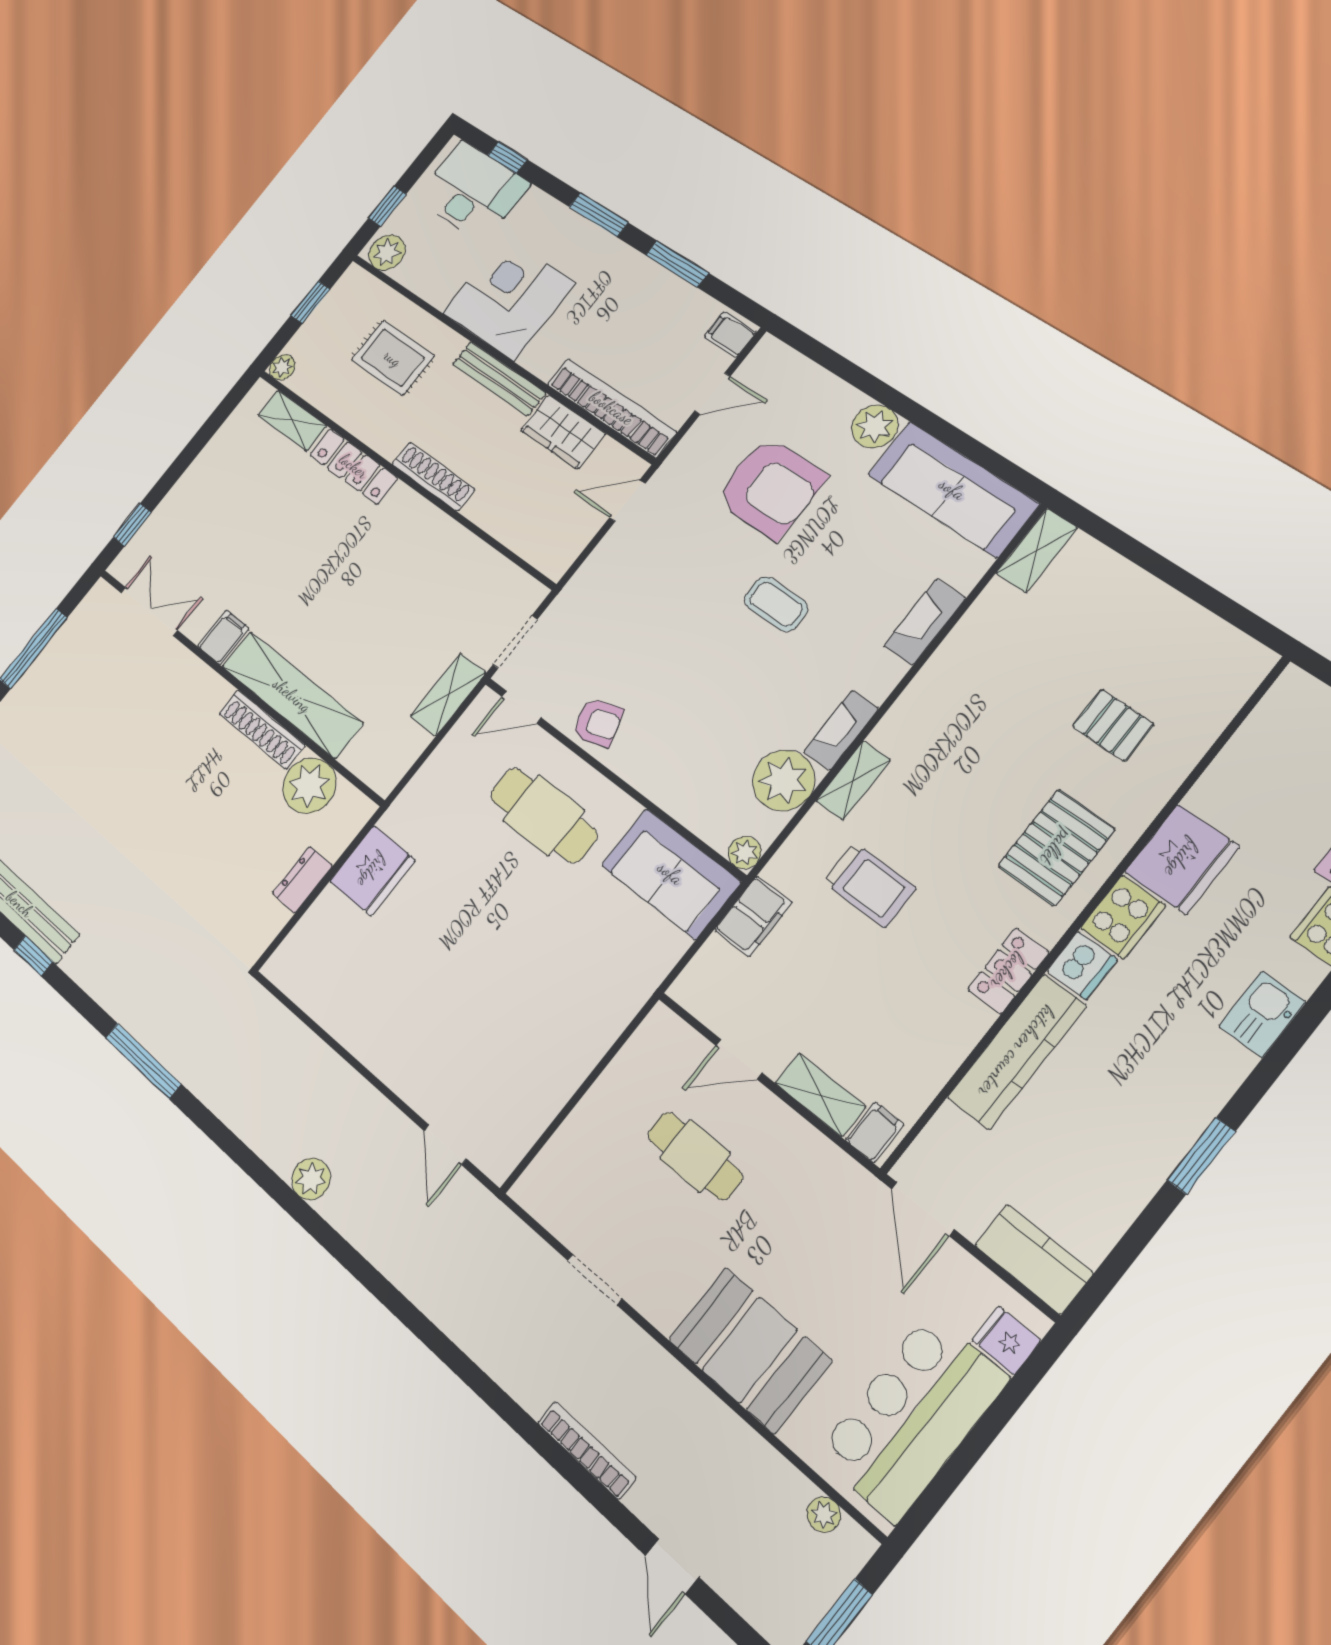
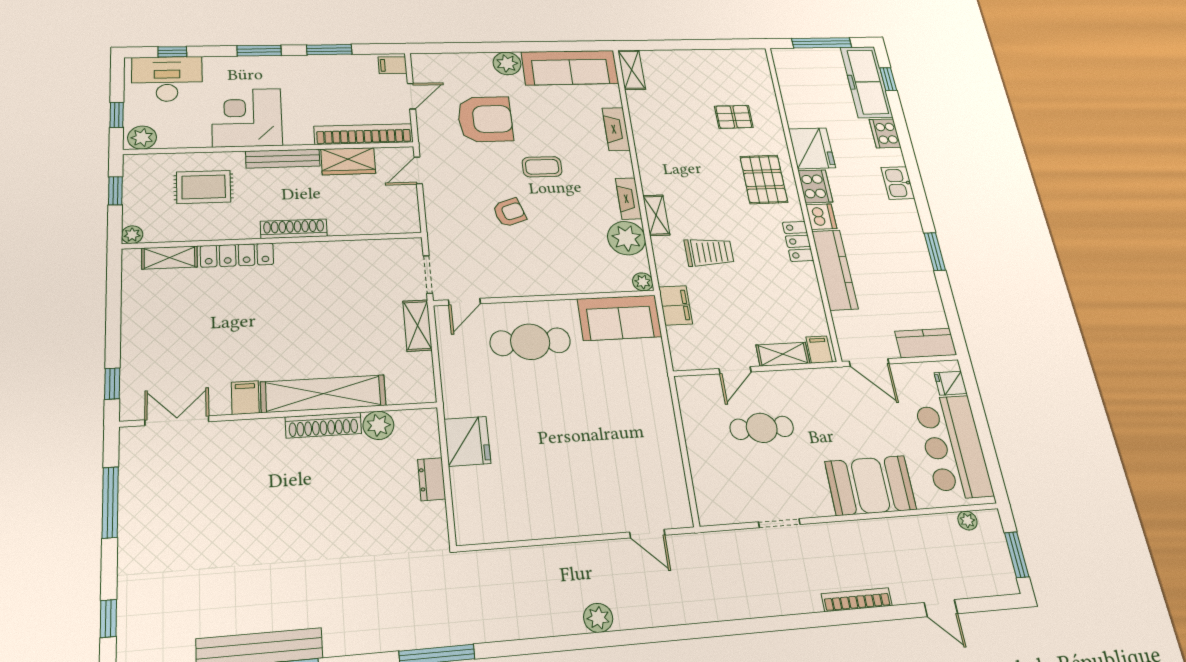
armchair: (598, 723) -> (509, 212), moved
plant: (309, 786) -> (378, 425), width x0.73, depth x0.73

